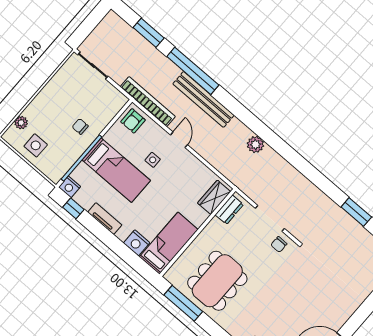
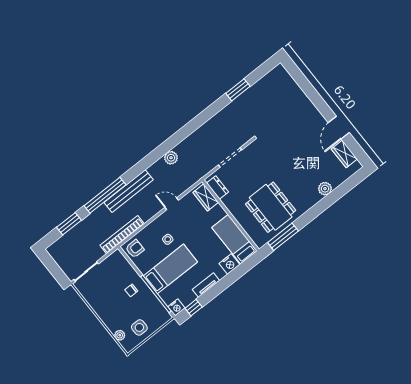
armchair: (133, 121) -> (135, 249), turned -90
door: (179, 140) -> (172, 204), moved
chair: (279, 244) -> (252, 154), removed

